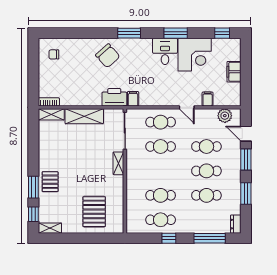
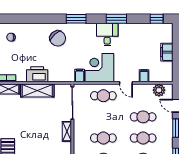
corner desk: (195, 55) -> (99, 68), moved, turned 180
printer: (114, 97) -> (37, 74), moved
cafe table: (161, 147) -> (103, 138), moved

